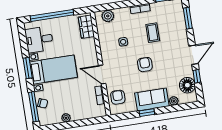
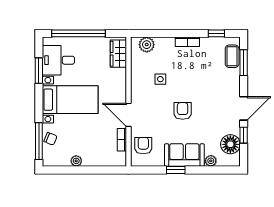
coffee table: (153, 33) -> (232, 56), moved
window: (28, 68) -> (39, 71), moved

